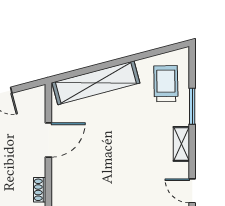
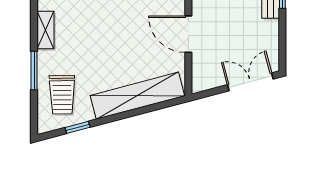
window: (151, 53) -> (78, 127), added
door: (48, 140) -> (188, 34), hinge flipped

